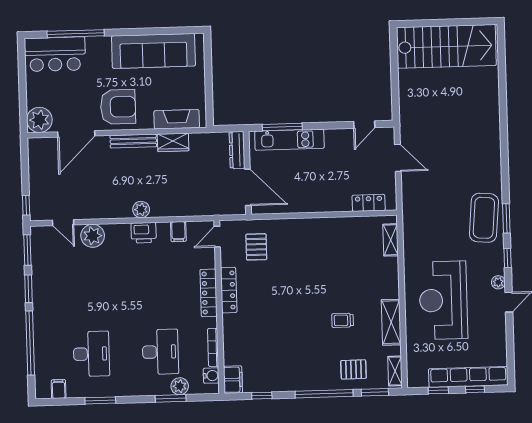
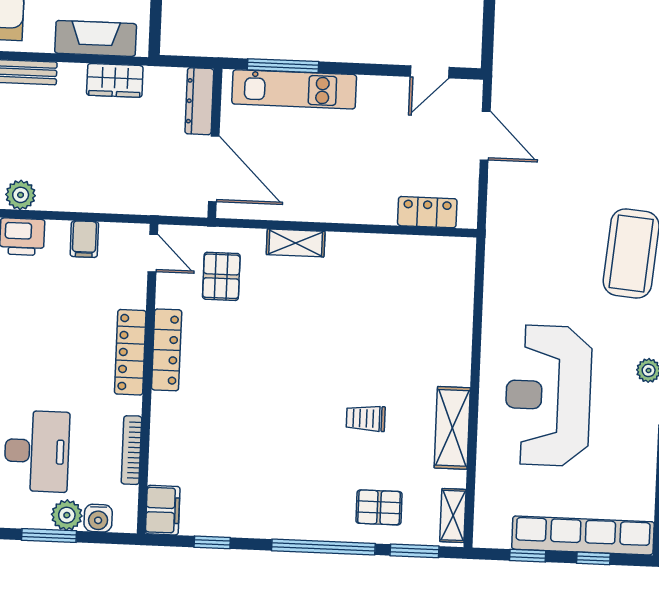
wardrobe: (173, 142) -> (115, 80), moved
door: (217, 237) -> (153, 253), swing flipped
shelving: (391, 240) -> (296, 243), moved, turned 90
water cooler: (211, 376) -> (98, 518), moved, turned 90

